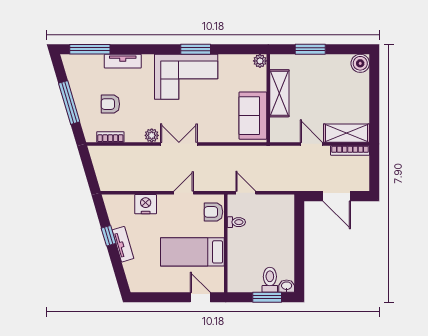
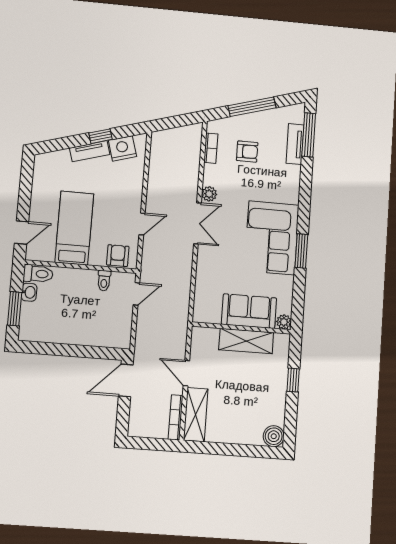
window: (310, 49) -> (293, 380), width x0.67
tv unit: (123, 61) -> (295, 144), moved
armchair: (110, 104) -> (247, 152), turned 90
sofa: (253, 116) -> (249, 311), moved
door: (311, 144) -> (186, 373), swing flipped
door: (184, 193) -> (142, 224), hinge flipped
door: (337, 196) -> (126, 380), moved
nightstand: (146, 204) -> (122, 148), moved, turned -106
toilet: (270, 280) -> (38, 274), moved
washbasin: (287, 286) -> (29, 292), moved

